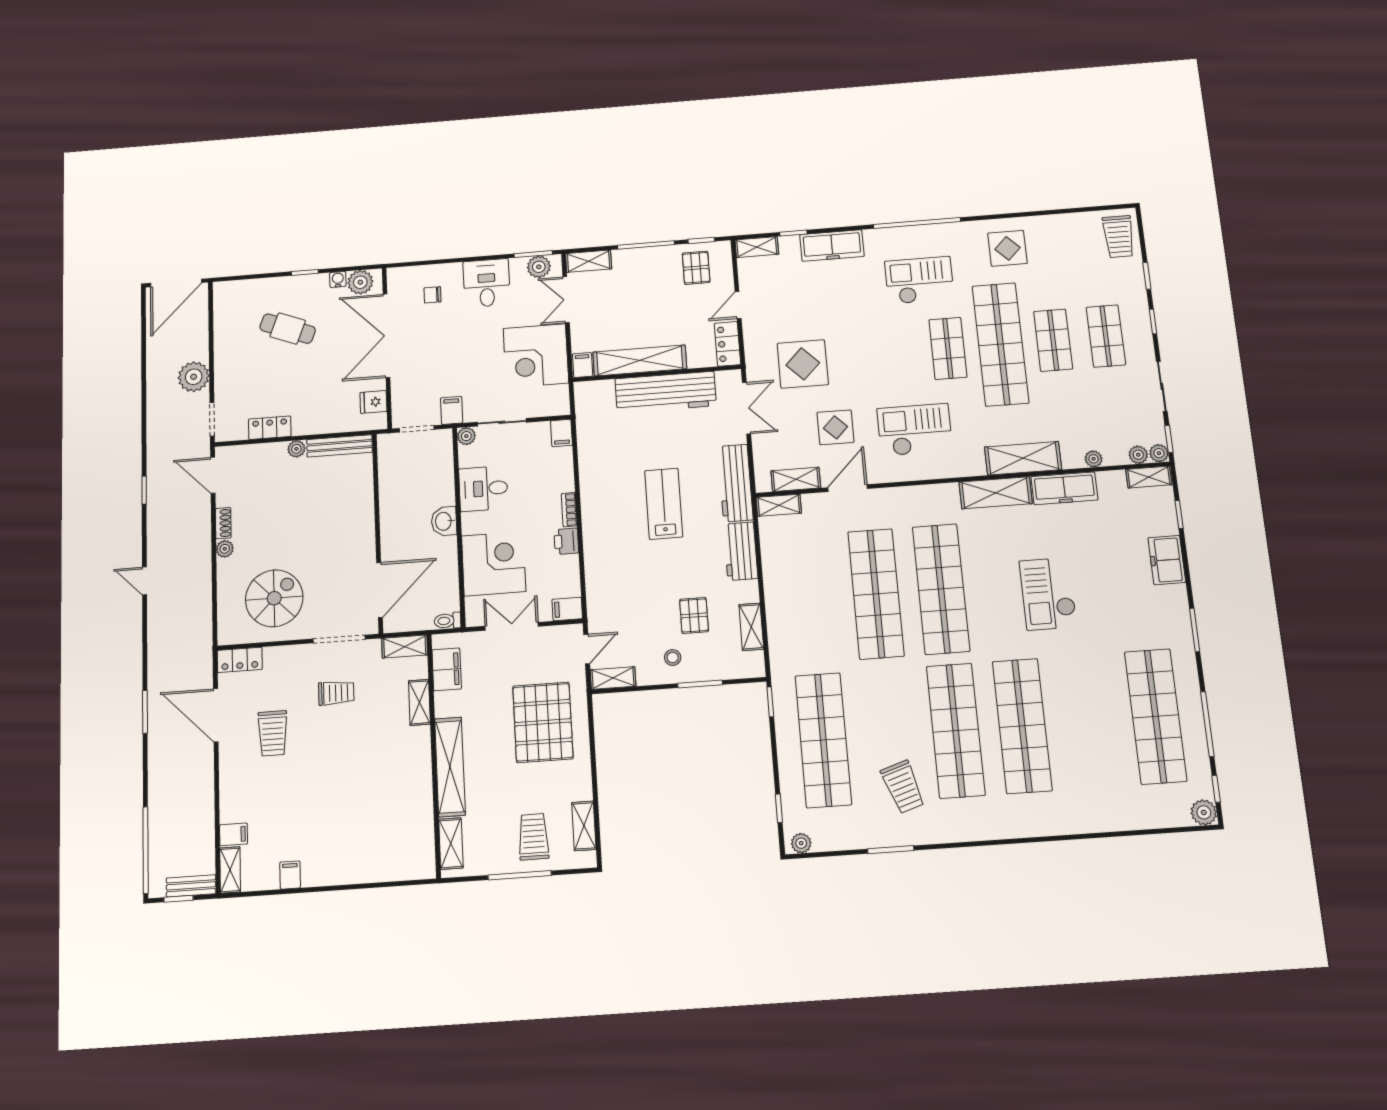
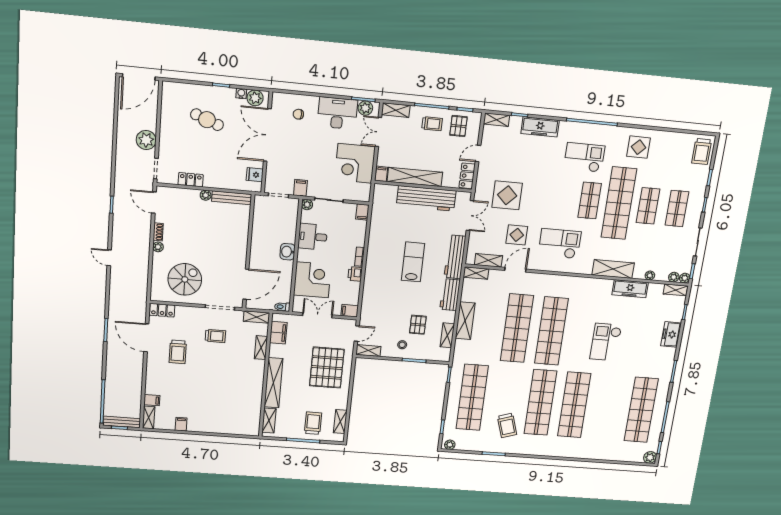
trolley: (652, 272) -> (432, 124), added
desk: (487, 283) -> (337, 113), width x1.37
shelving: (996, 493) -> (465, 321), moved, turned 90
bench: (191, 886) -> (122, 422), width x1.36

